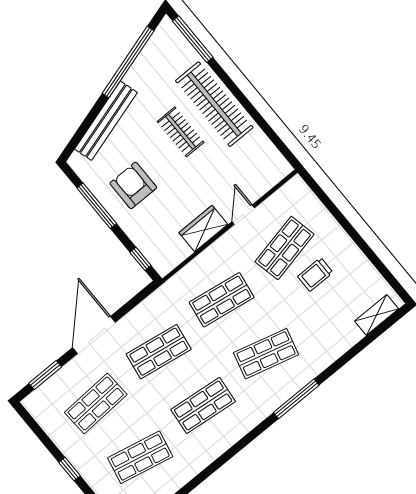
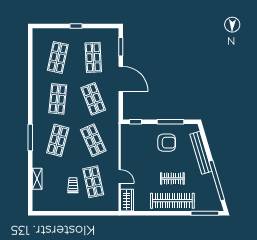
wardrobe: (203, 228) -> (127, 200), moved
shop shelf: (222, 300) -> (93, 140), turned -33
shelving: (377, 315) -> (37, 179), moved
shop shelf: (159, 352) -> (93, 99), turned -30

